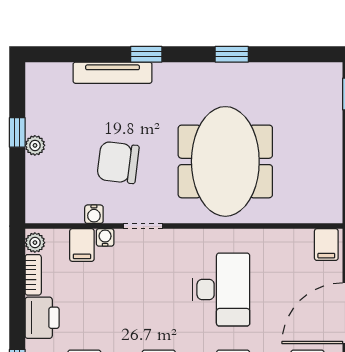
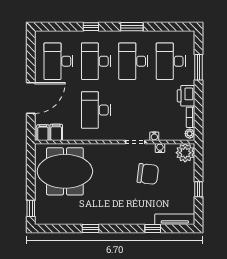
window: (146, 54) -> (153, 228), moved
tv unit: (113, 73) -> (175, 219), moved
plant: (35, 145) -> (185, 153), moved, width x1.88, depth x1.88
meeting table: (225, 161) -> (65, 171), moved, turned 90
filing cabinet: (82, 245) -> (56, 132), moved

